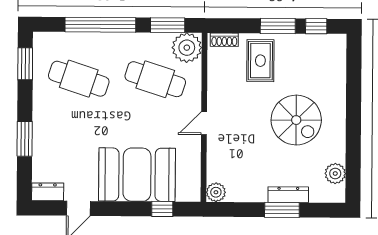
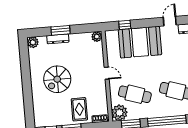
spiral stairs: (296, 120) -> (57, 79), turned -90
door: (204, 123) -> (107, 73), hinge flipped
plant: (335, 173) -> (33, 42), moved

